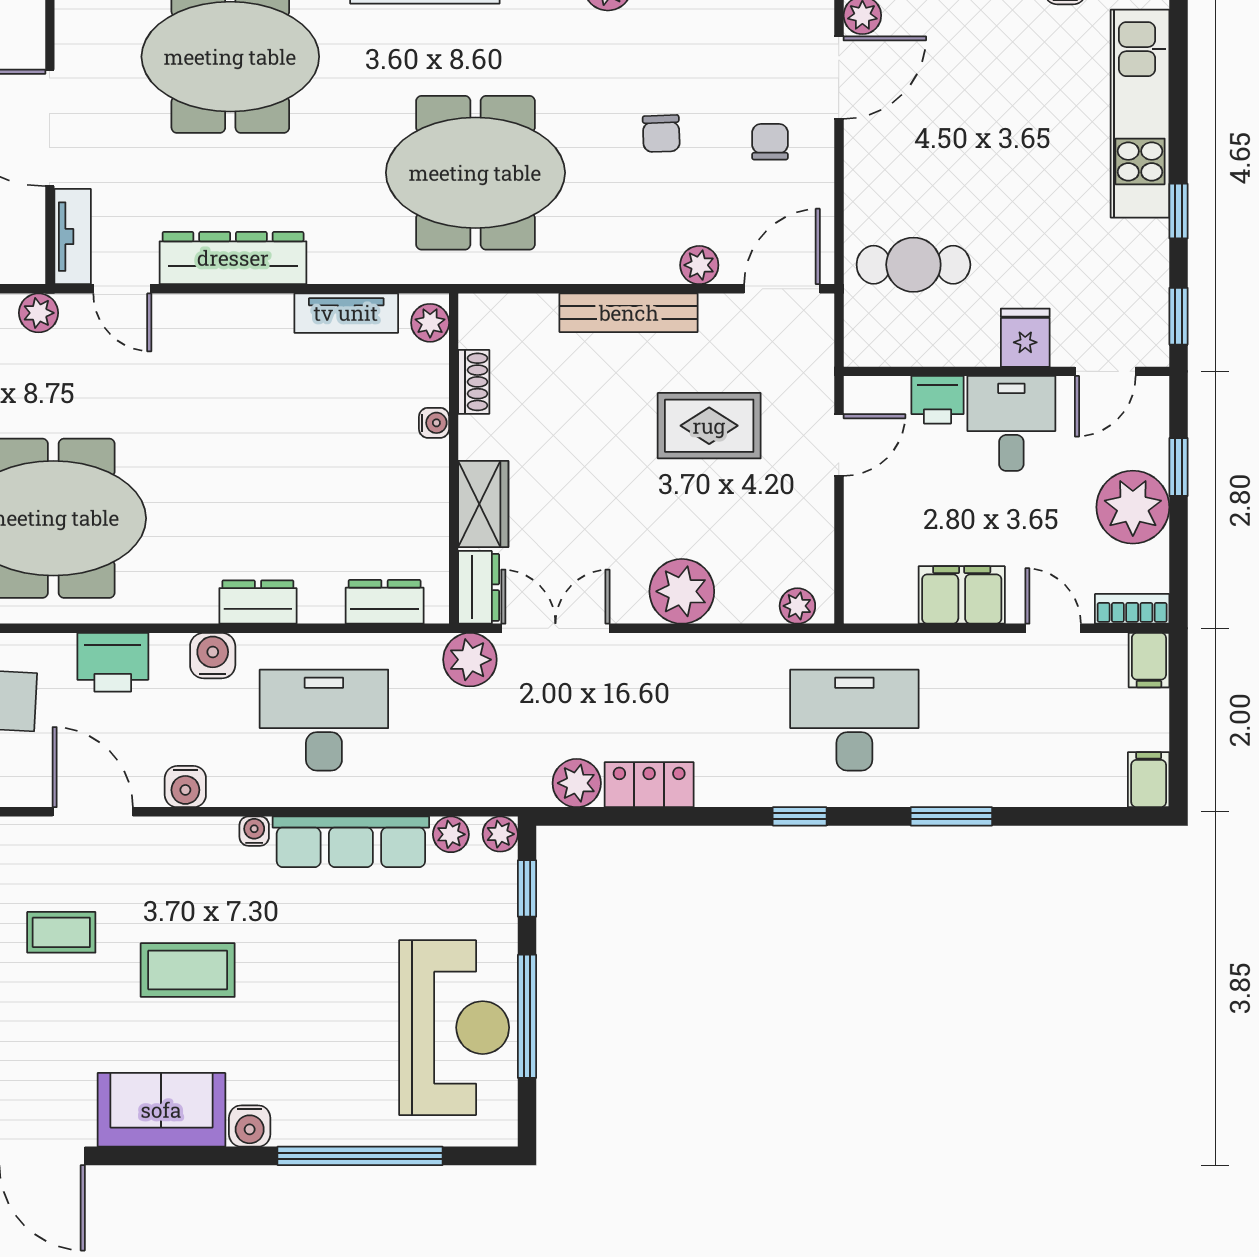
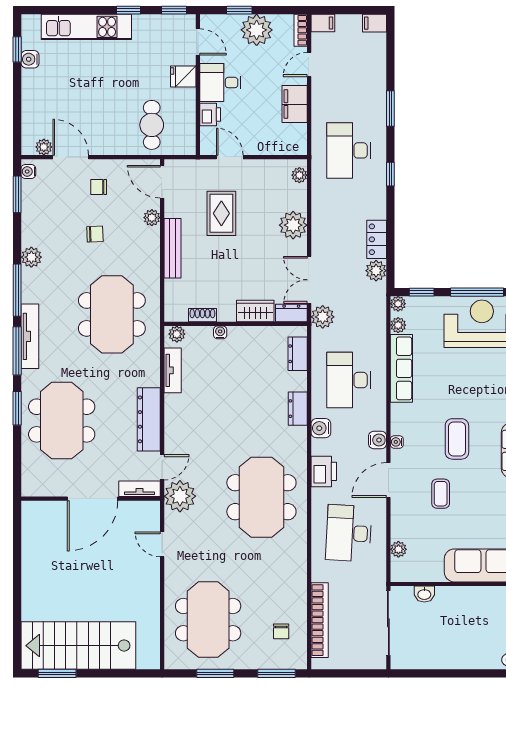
plant: (38, 313) -> (180, 496), width x1.87, depth x1.87
water cooler: (254, 831) -> (397, 442), moved

